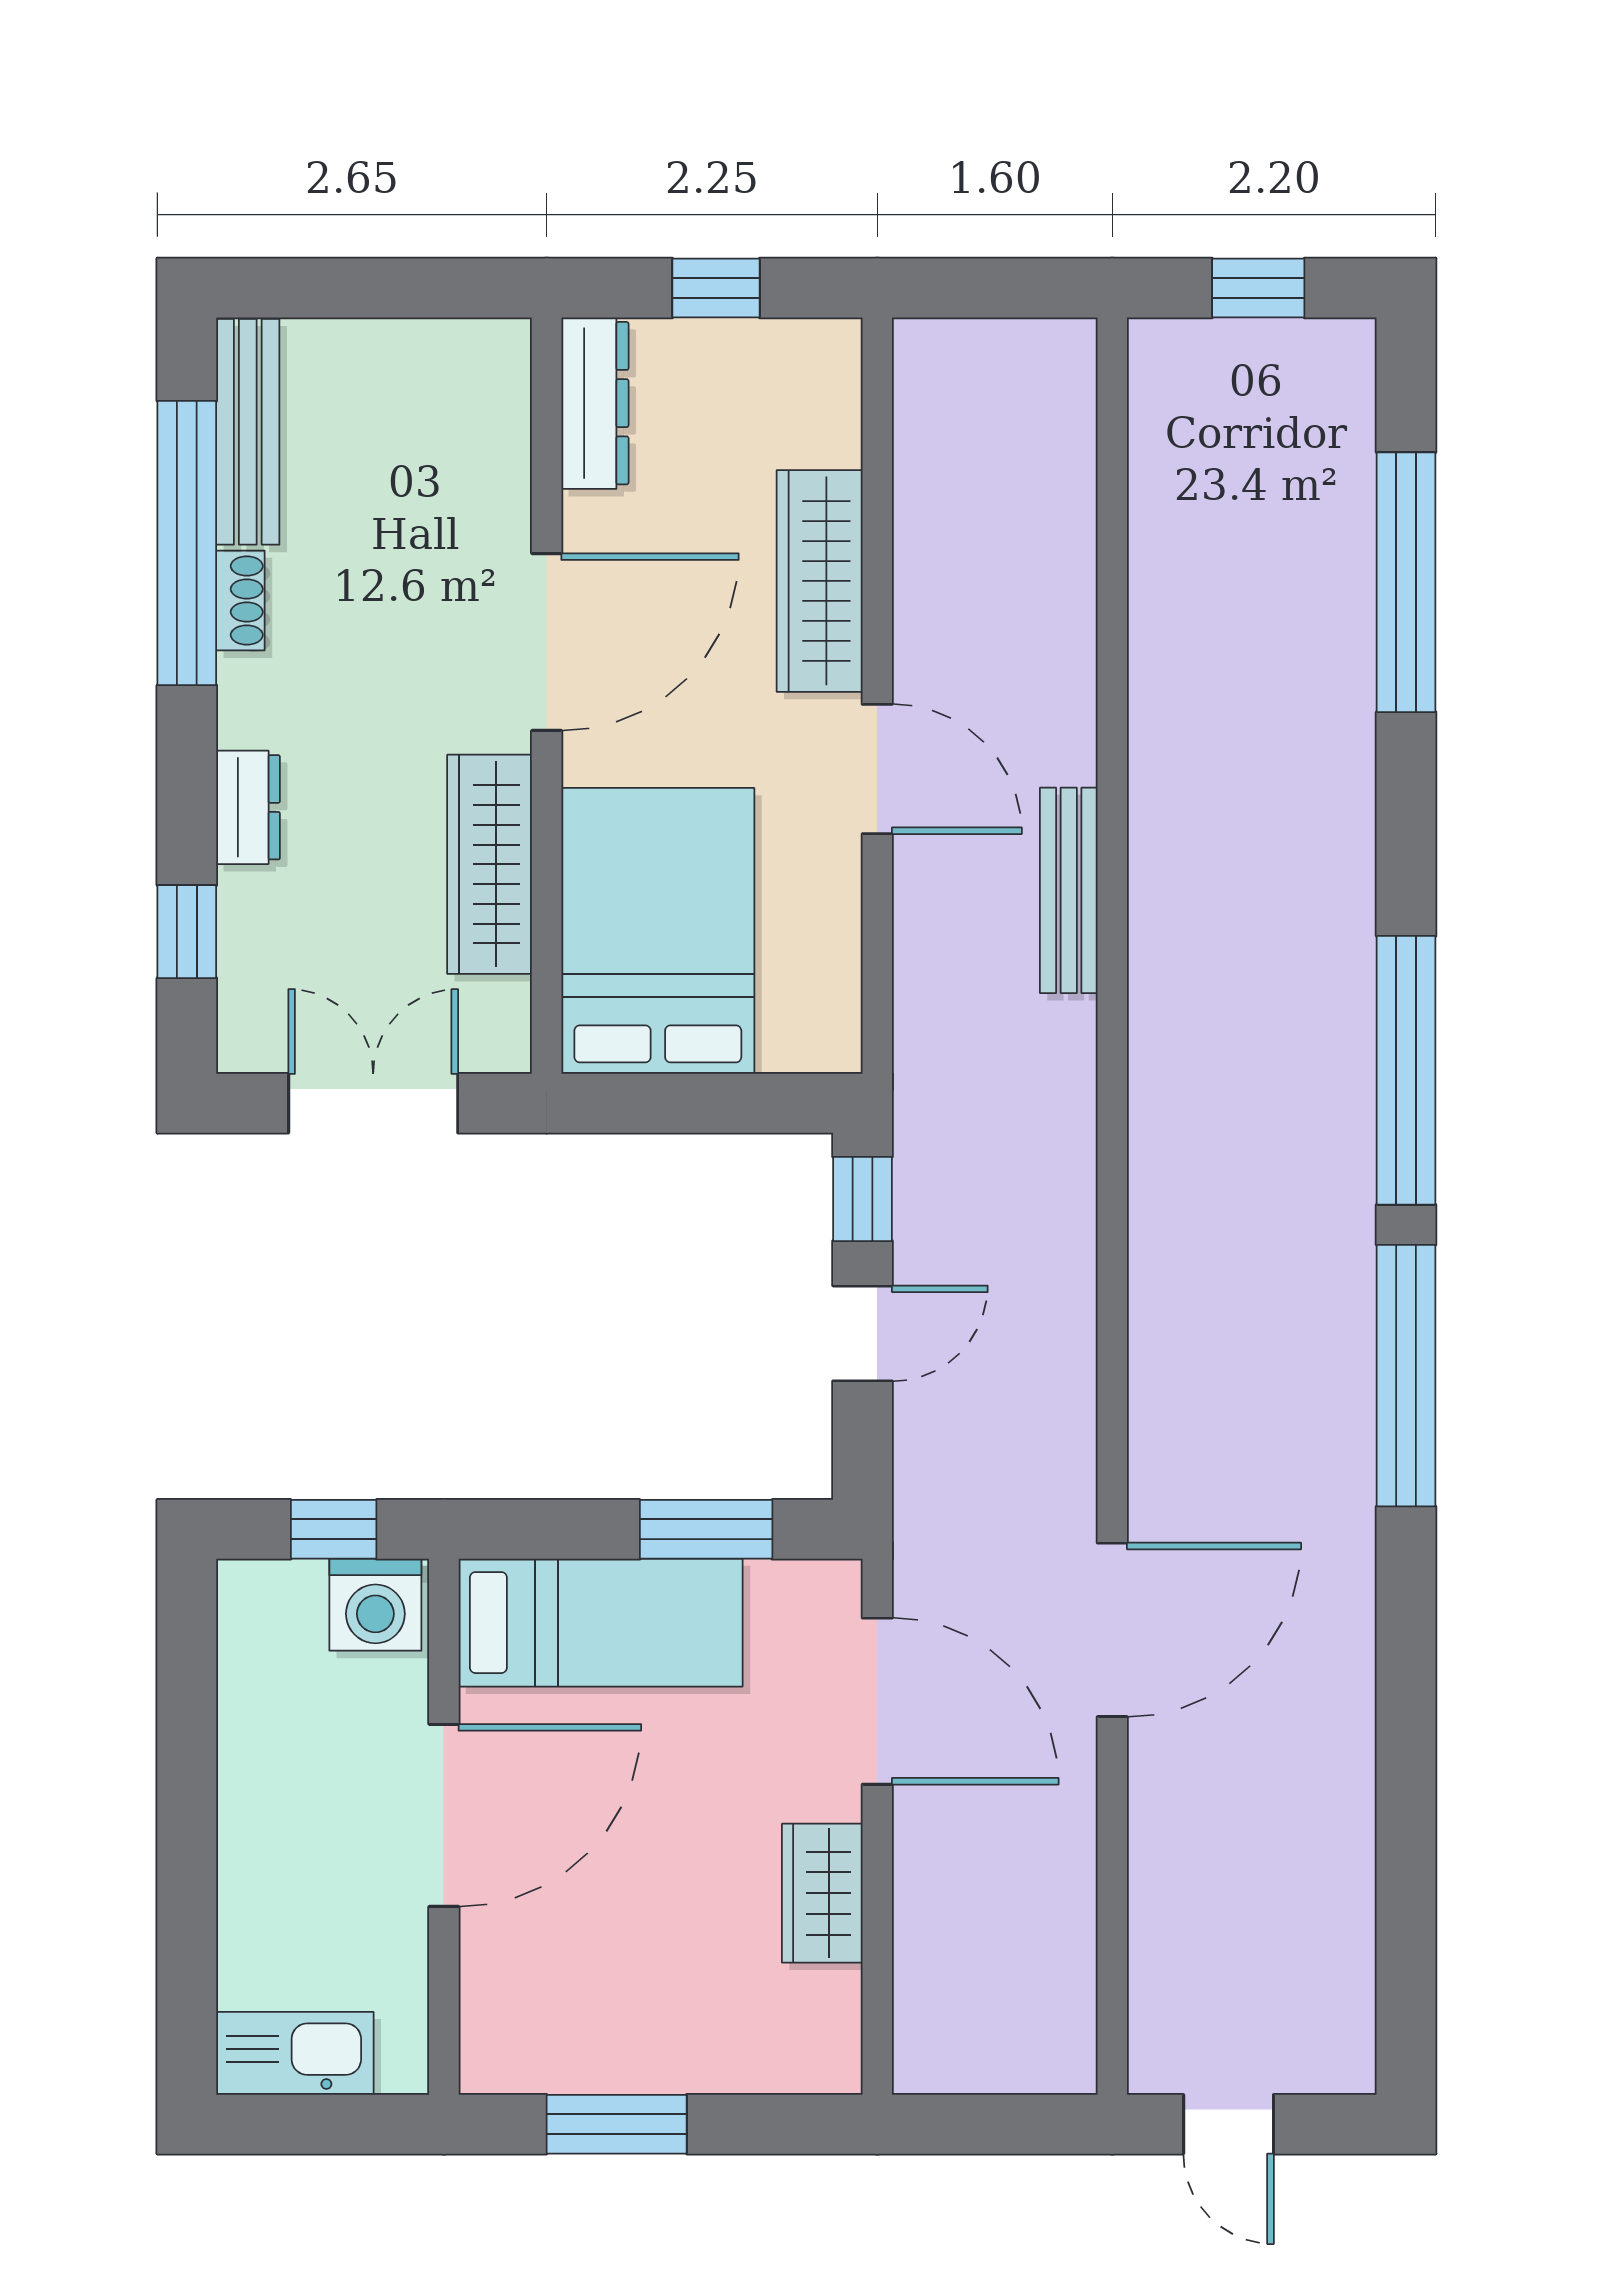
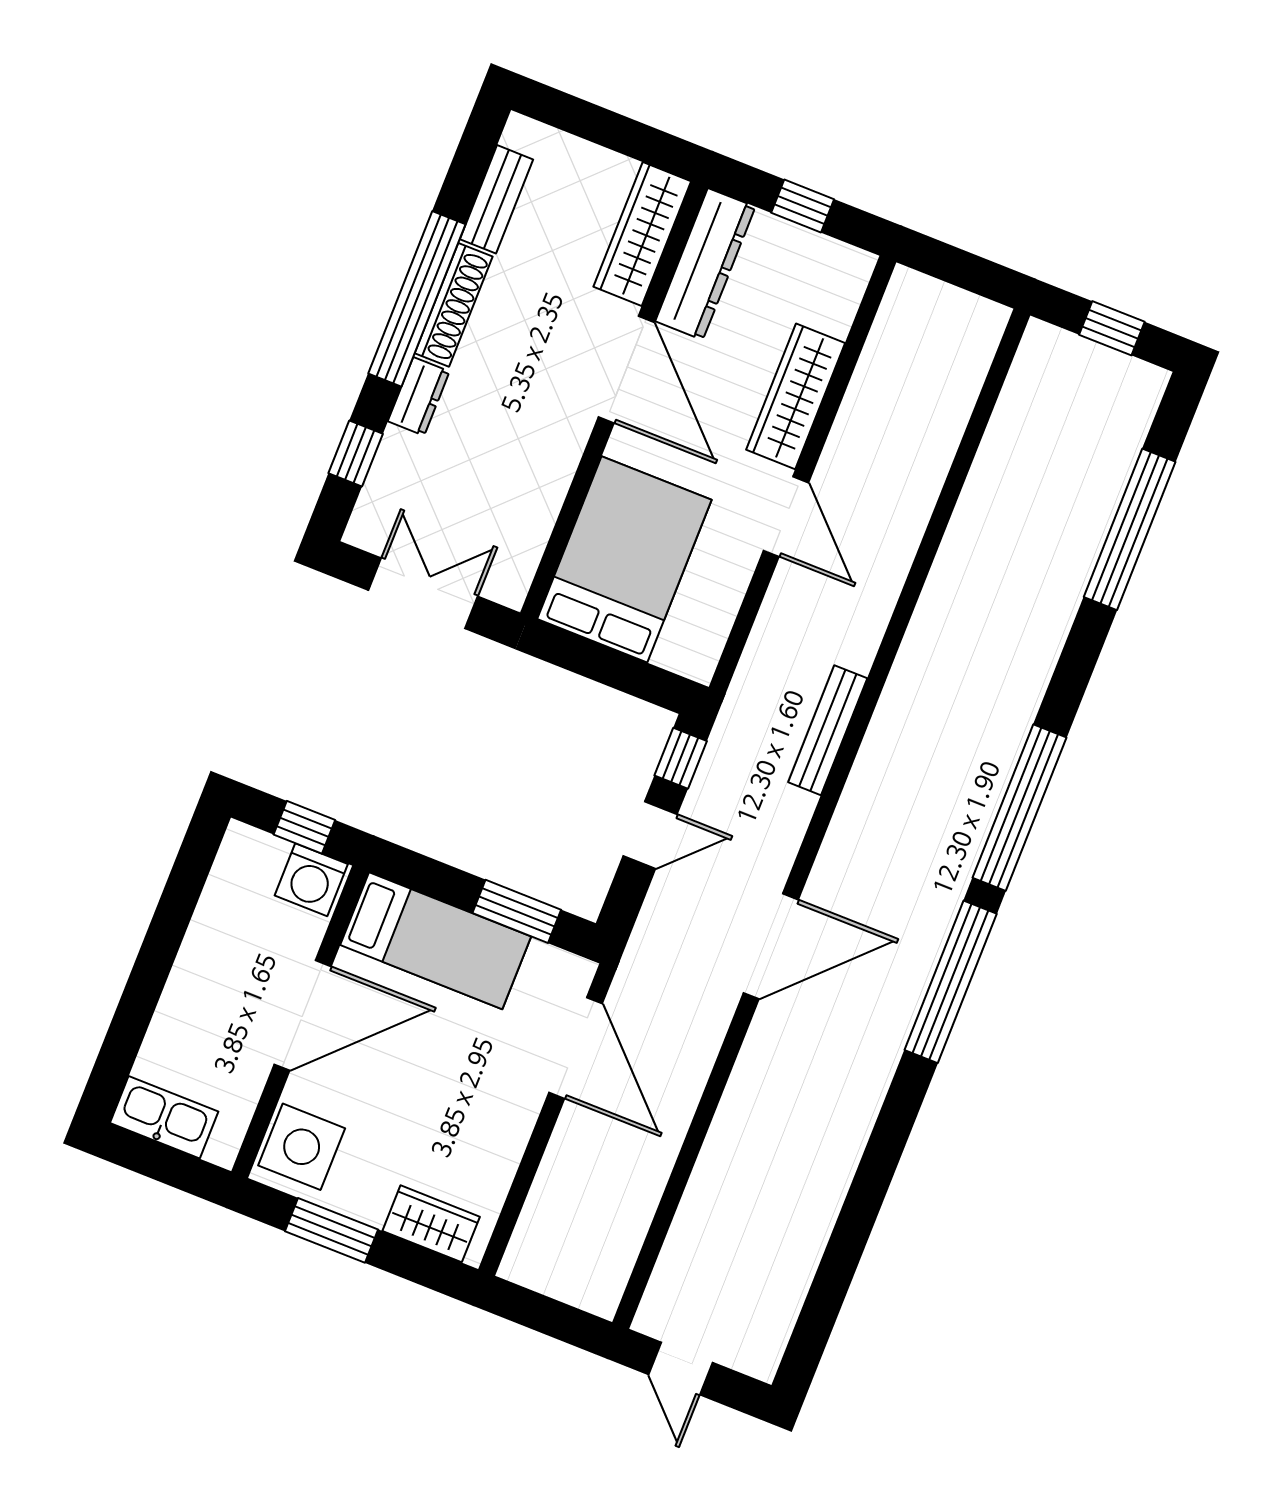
dresser: (595, 403) -> (705, 264), width x1.37, depth x1.24
bench: (248, 432) -> (496, 199), width x0.73
window: (187, 543) -> (417, 299), moved
shoe rack: (240, 600) -> (454, 305), width x1.94, depth x1.24
door: (547, 642) -> (626, 370), hinge flipped
wardrobe: (490, 864) -> (642, 234), moved
bench: (1069, 890) -> (828, 730), moved
door: (1112, 1630) -> (771, 946), moved
wardrobe: (822, 1893) -> (431, 1224), moved, turned 90
side table: (521, 2015) -> (302, 1147), added

